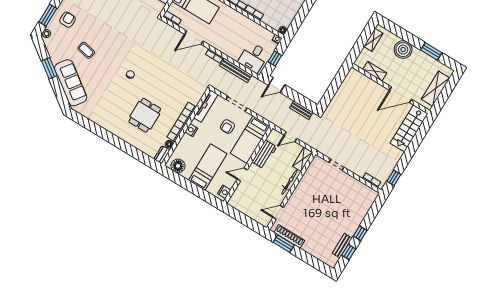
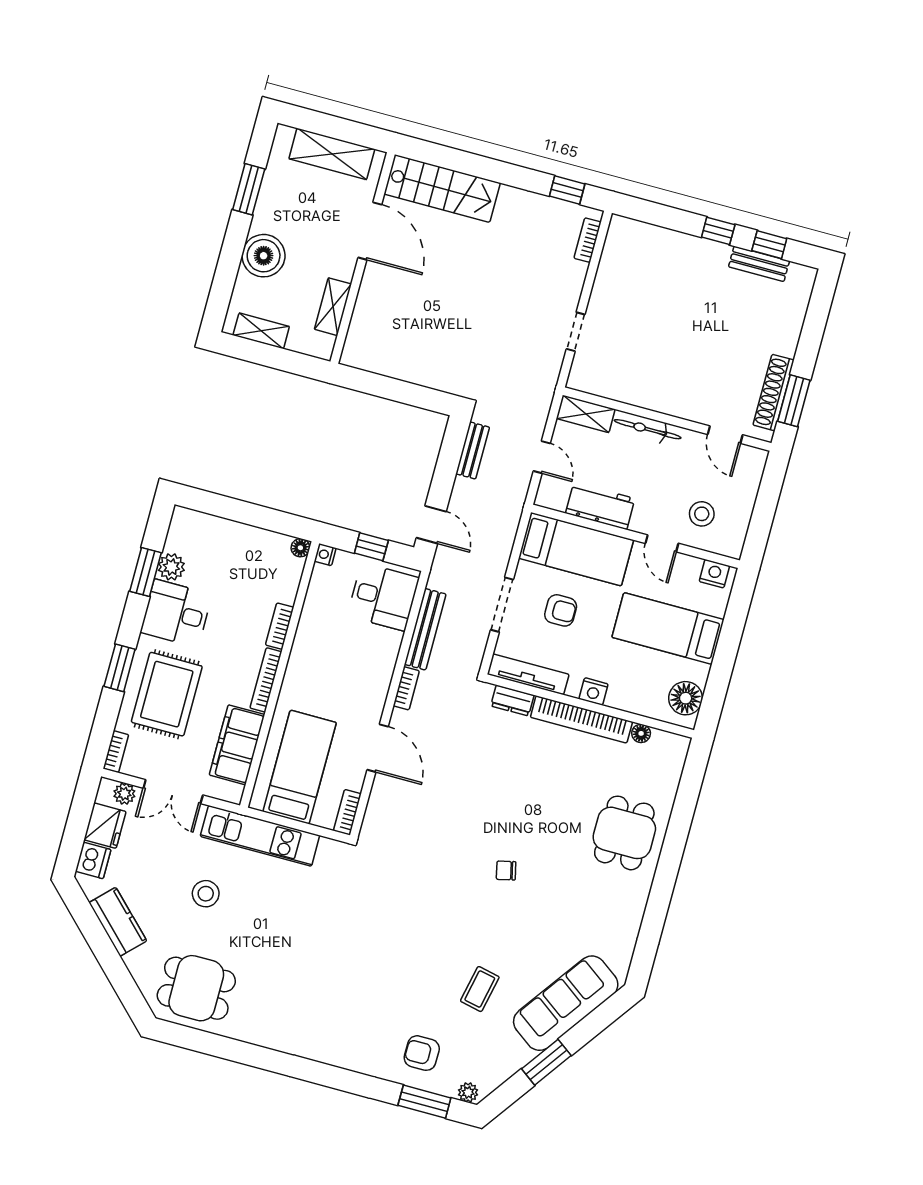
dining table: (145, 115) -> (624, 833), moved, turned 90
dresser: (162, 155) -> (512, 701), moved
stool: (249, 194) -> (702, 514), added

